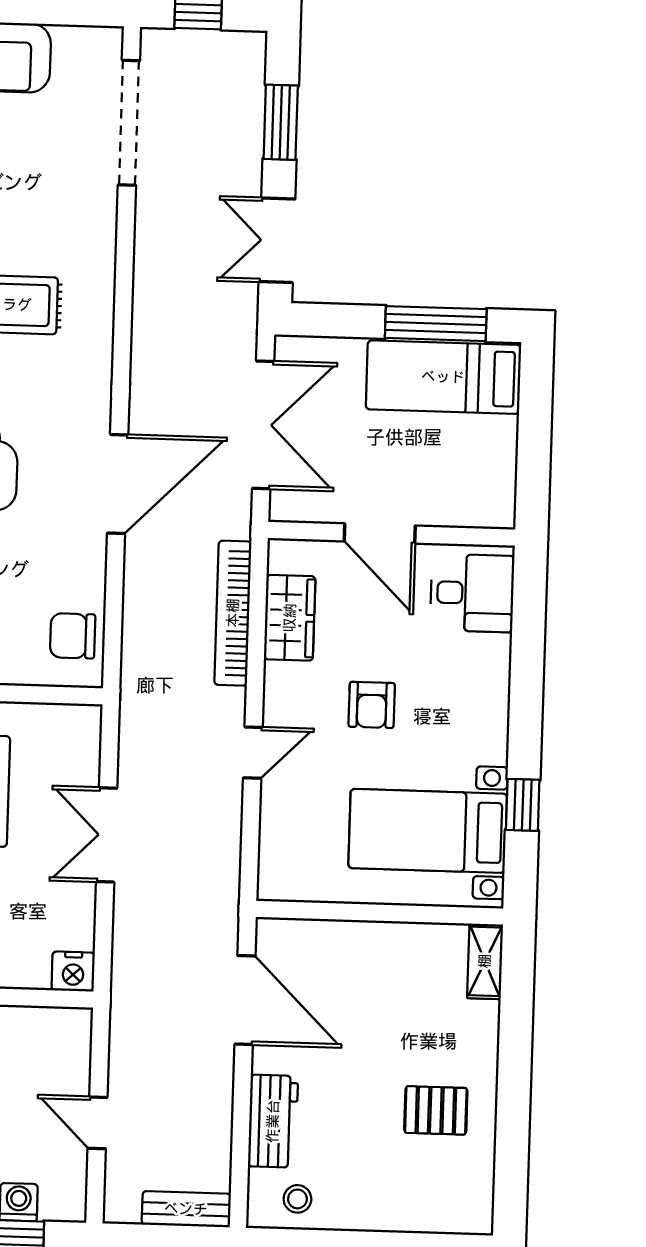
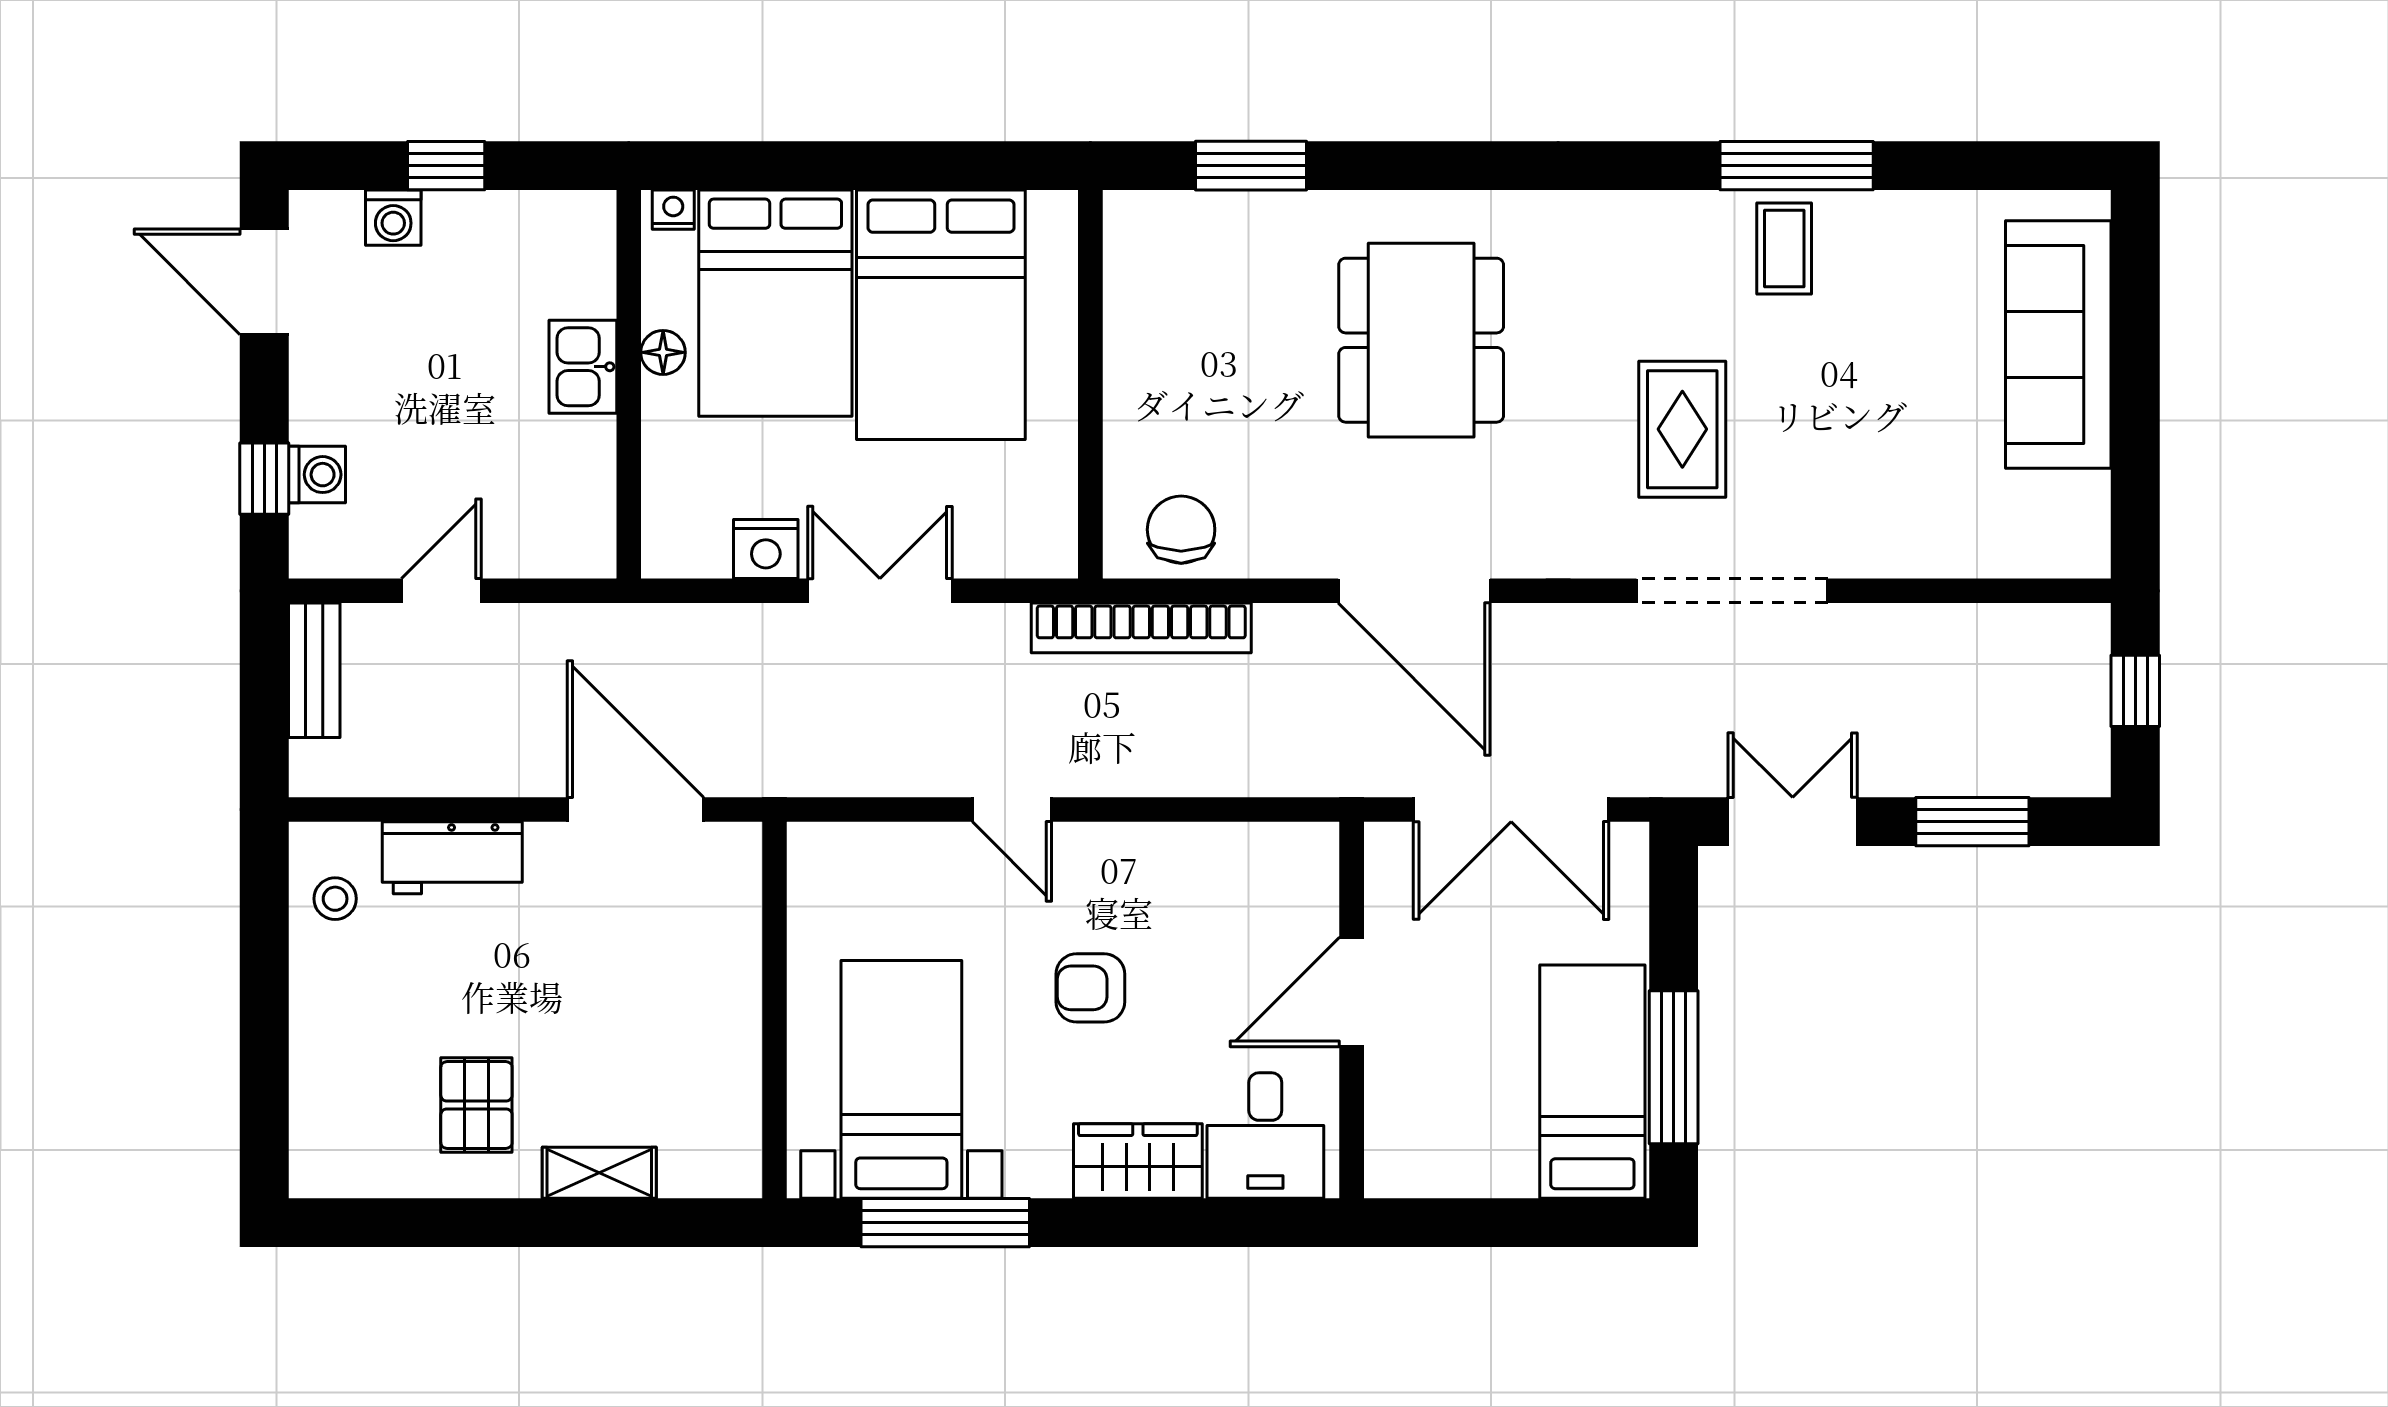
doorway: (129, 123) -> (1732, 591), moved
bookcase: (233, 613) -> (1141, 628), moved, turned 180
wardrobe: (290, 618) -> (1138, 1161), moved, turned 180
window: (523, 805) -> (945, 1223), width x2.17
shelving: (485, 961) -> (599, 1173), moved
nightstand: (73, 971) -> (766, 549), moved, turned -90
door: (245, 1000) -> (635, 810), swing flipped
bench: (186, 1209) -> (314, 670), moved

